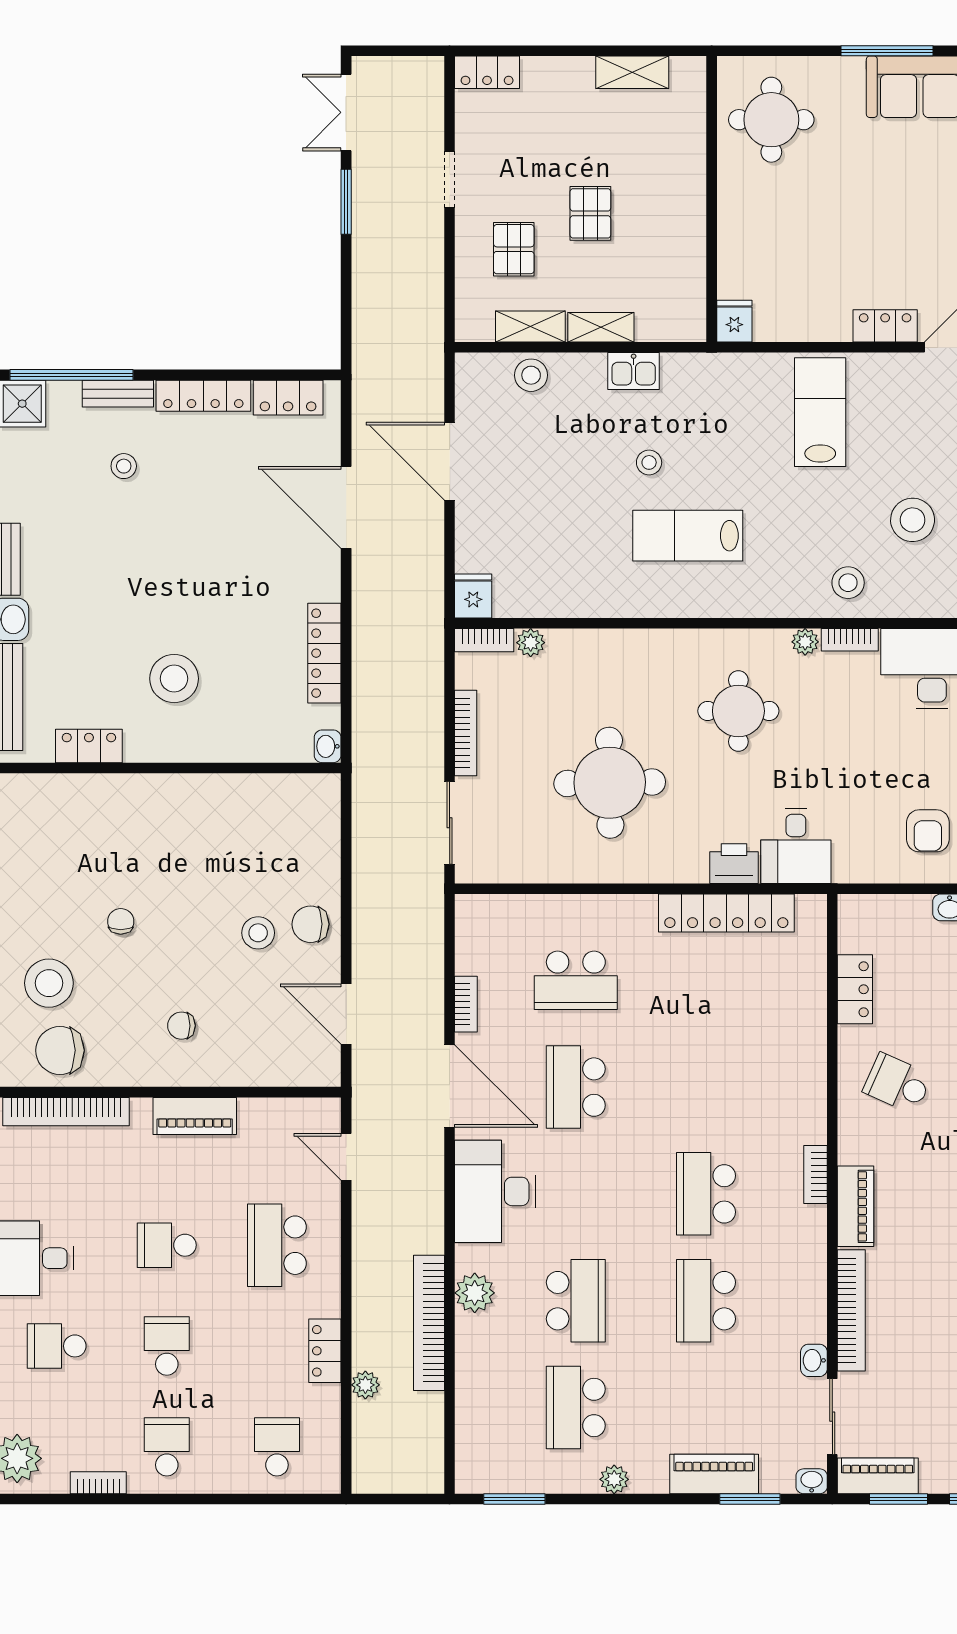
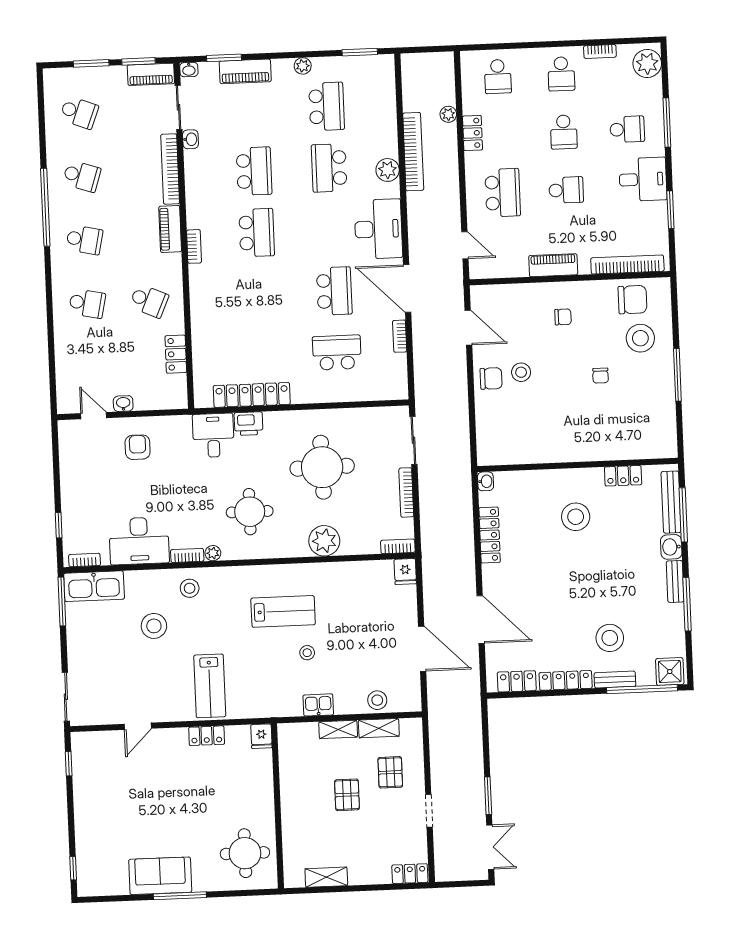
locker: (885, 326) -> (207, 736), moved
stool: (124, 466) -> (610, 638), width x1.89, depth x1.89
plant: (531, 643) -> (324, 541), moved, width x1.88, depth x1.88

